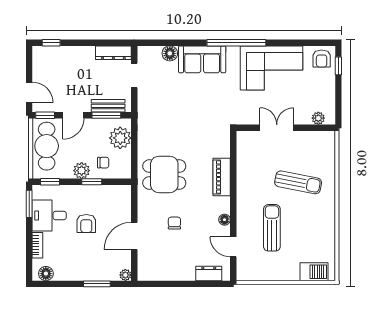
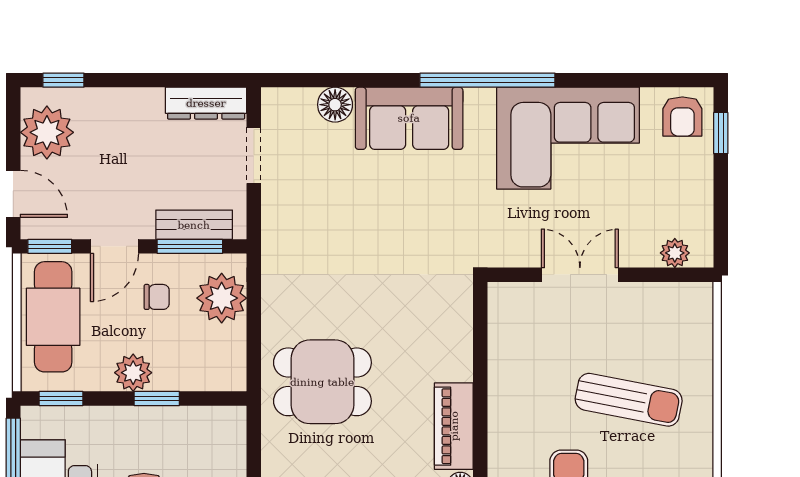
plant: (44, 66) -> (47, 132), added
chair: (103, 163) -> (157, 297), moved
piano: (222, 177) -> (454, 426), moved

